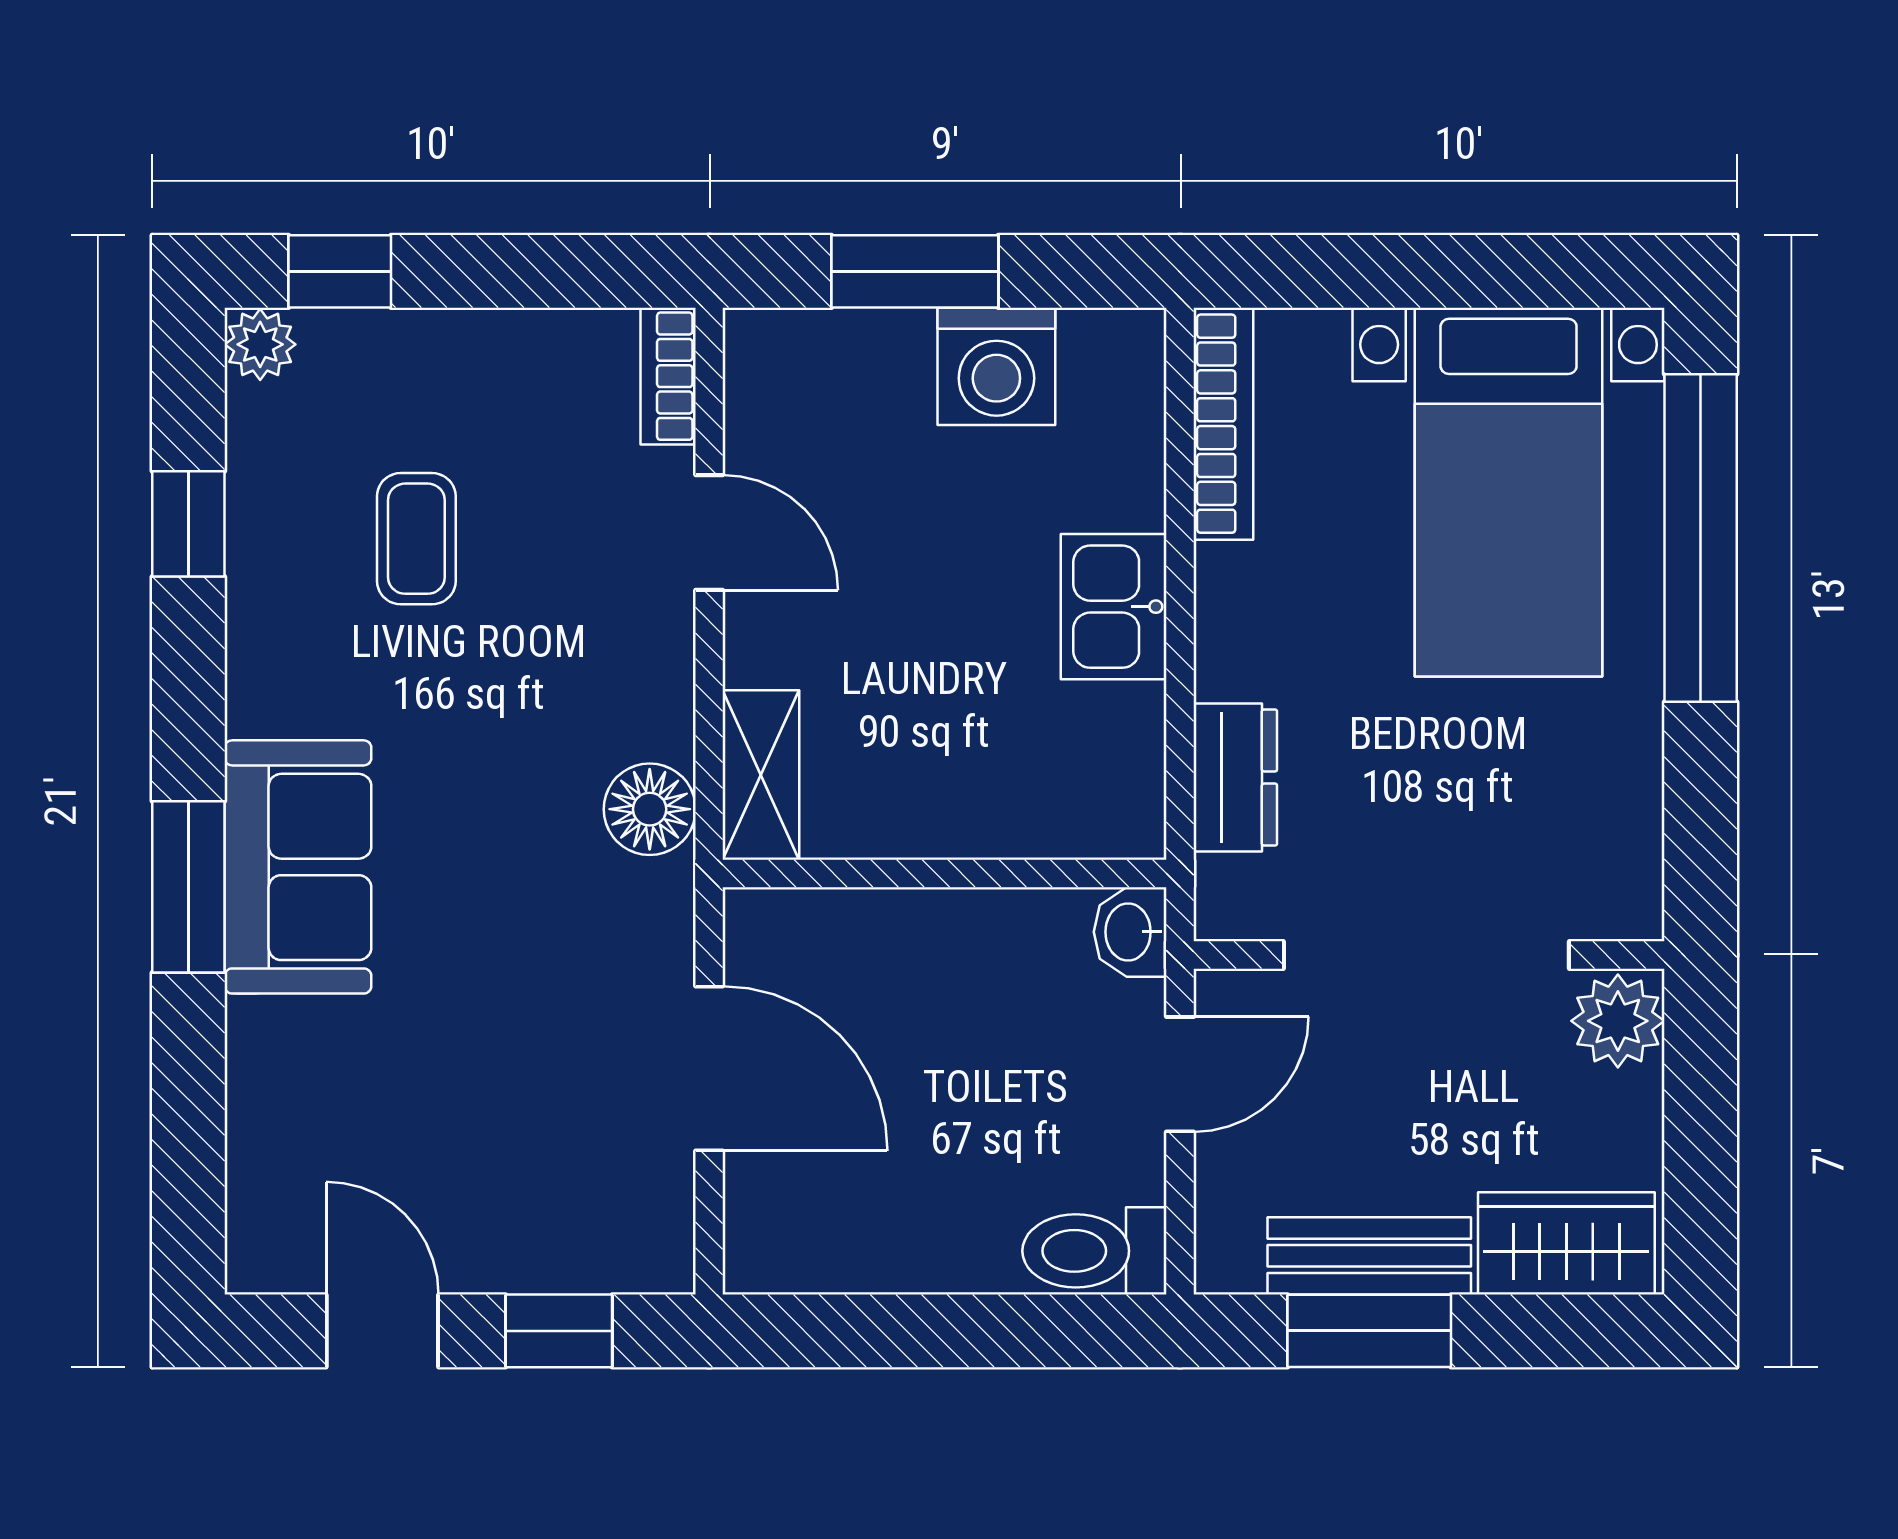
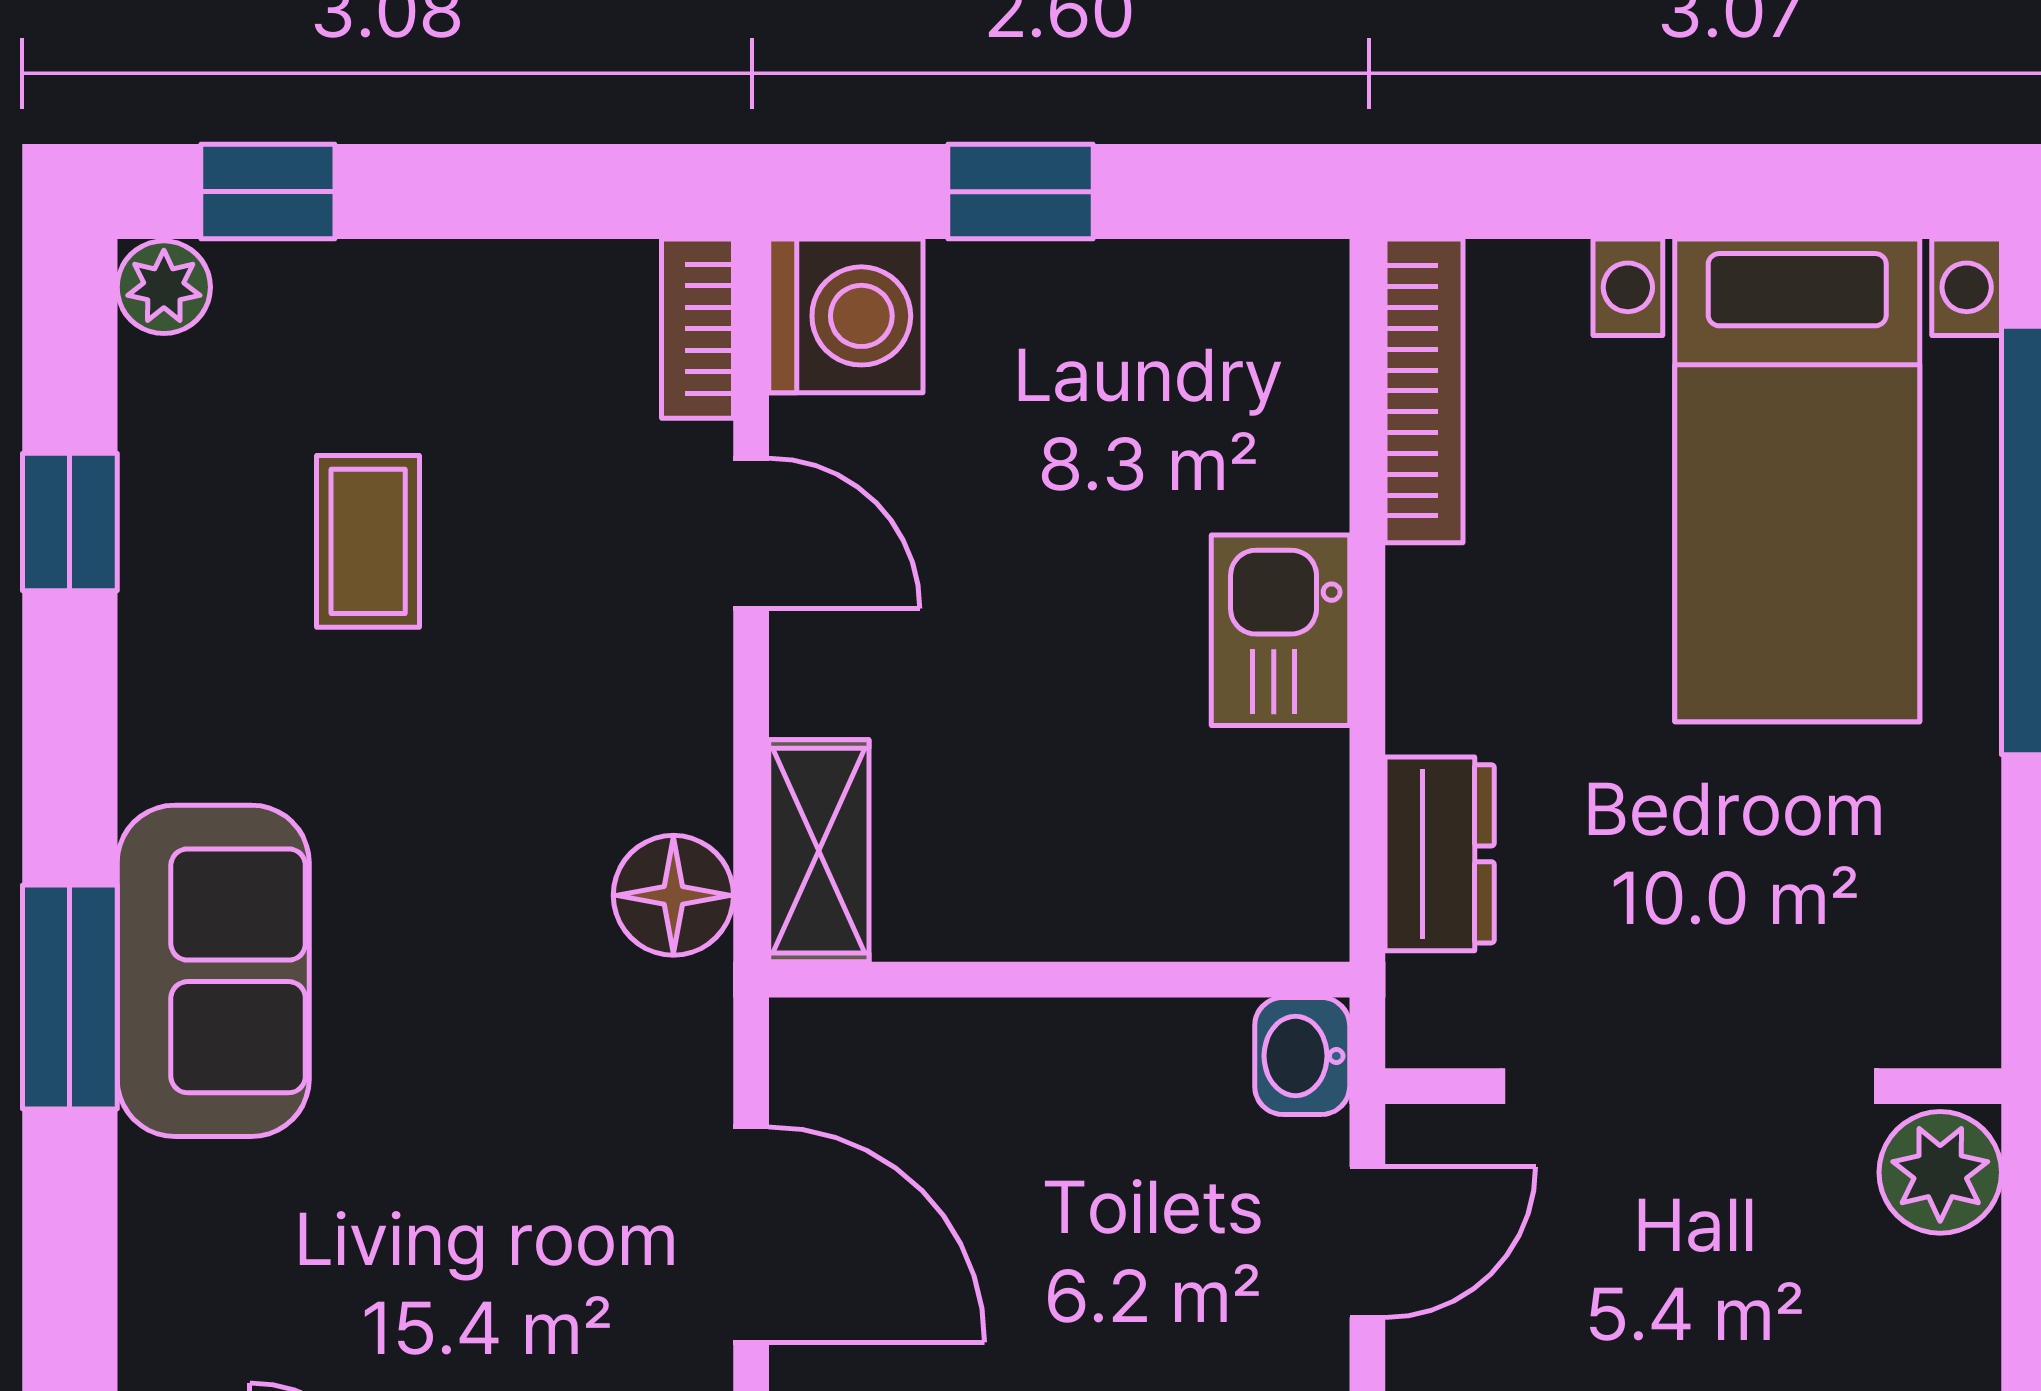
window: (915, 271) -> (1020, 192), width x0.67
washing machine: (996, 366) -> (846, 316), moved, turned -90

